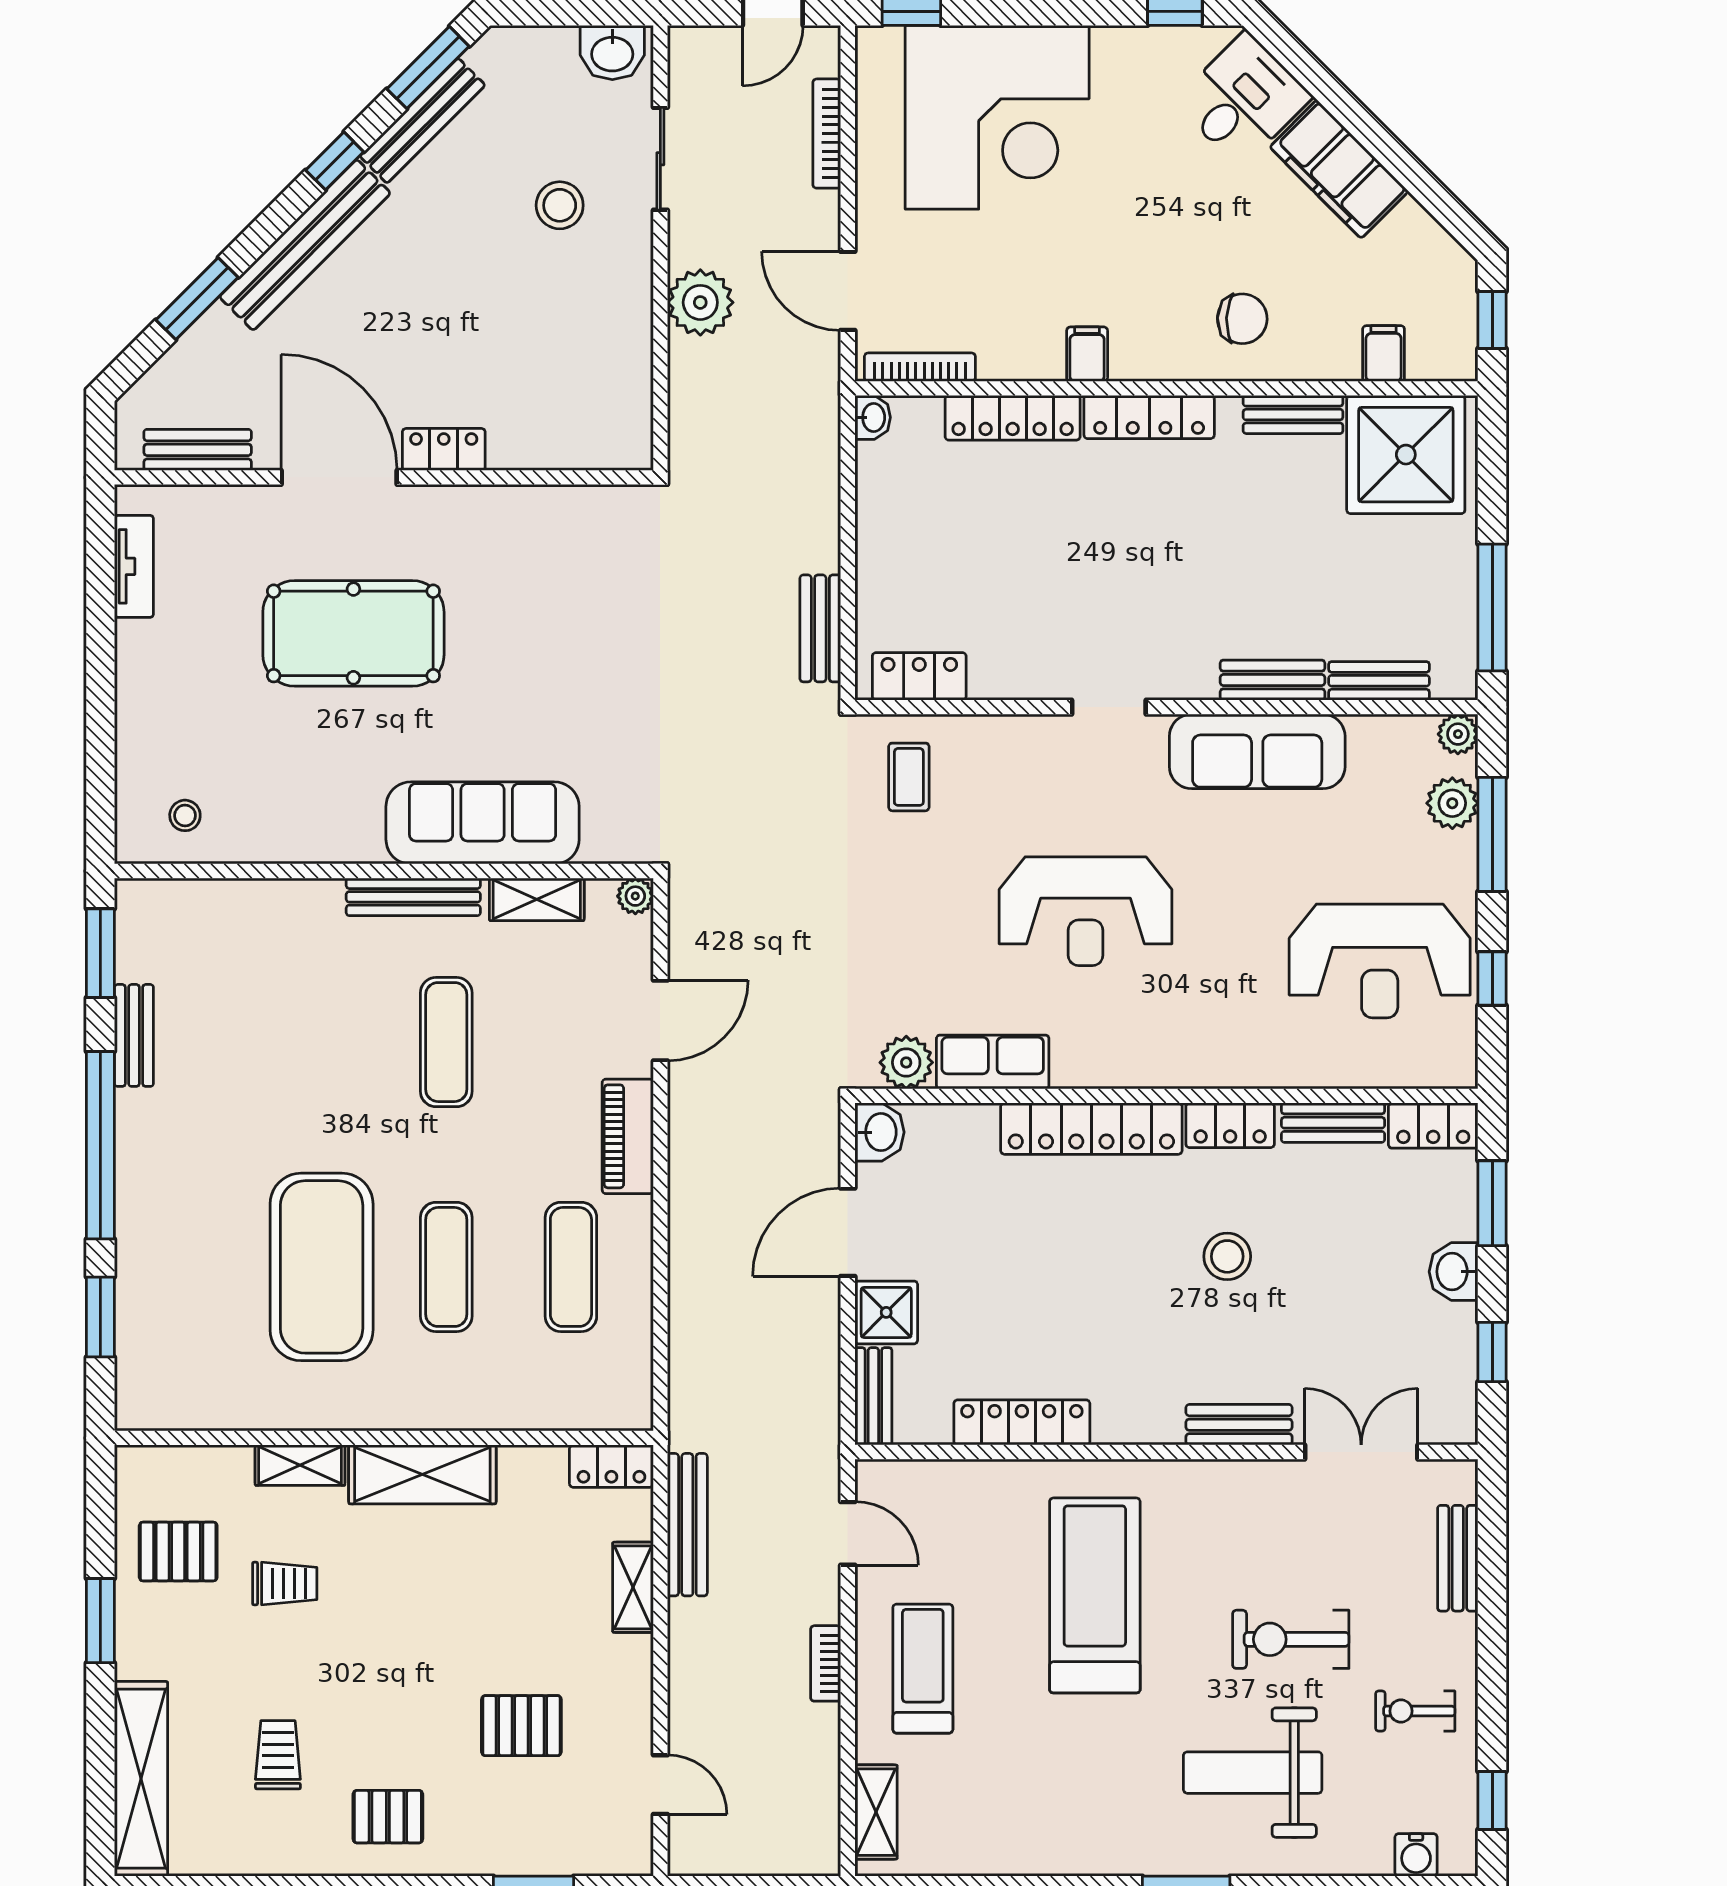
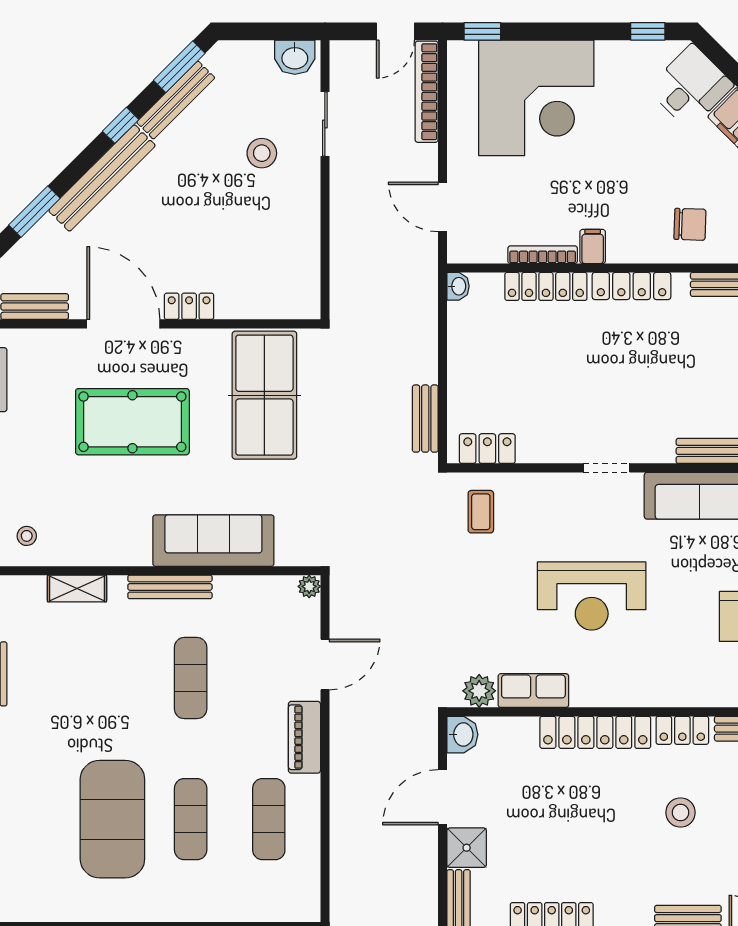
bookcase: (827, 134) -> (427, 92), width x1.48, depth x1.31
plant: (700, 302) -> (350, 214), removed
bookcase: (920, 367) -> (543, 255), moved
table tennis table: (564, 591) -> (264, 395), added
shelving: (537, 899) -> (77, 589), moved

